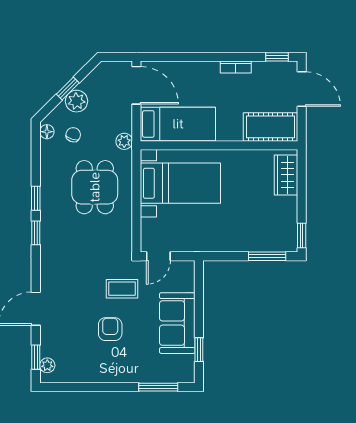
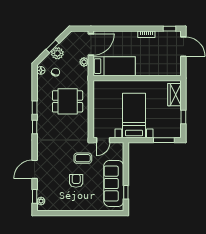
door: (136, 85) -> (91, 44), hinge flipped
cot: (270, 127) -> (166, 68), removed
plant: (124, 141) -> (84, 62), moved
bed with nightstands: (180, 183) -> (134, 115), moved, turned -90
dining table: (95, 187) -> (68, 101), turned 90
window: (302, 235) -> (183, 117), moved
sofa: (177, 323) -> (114, 184), width x1.36
window: (158, 387) -> (103, 213), removed

